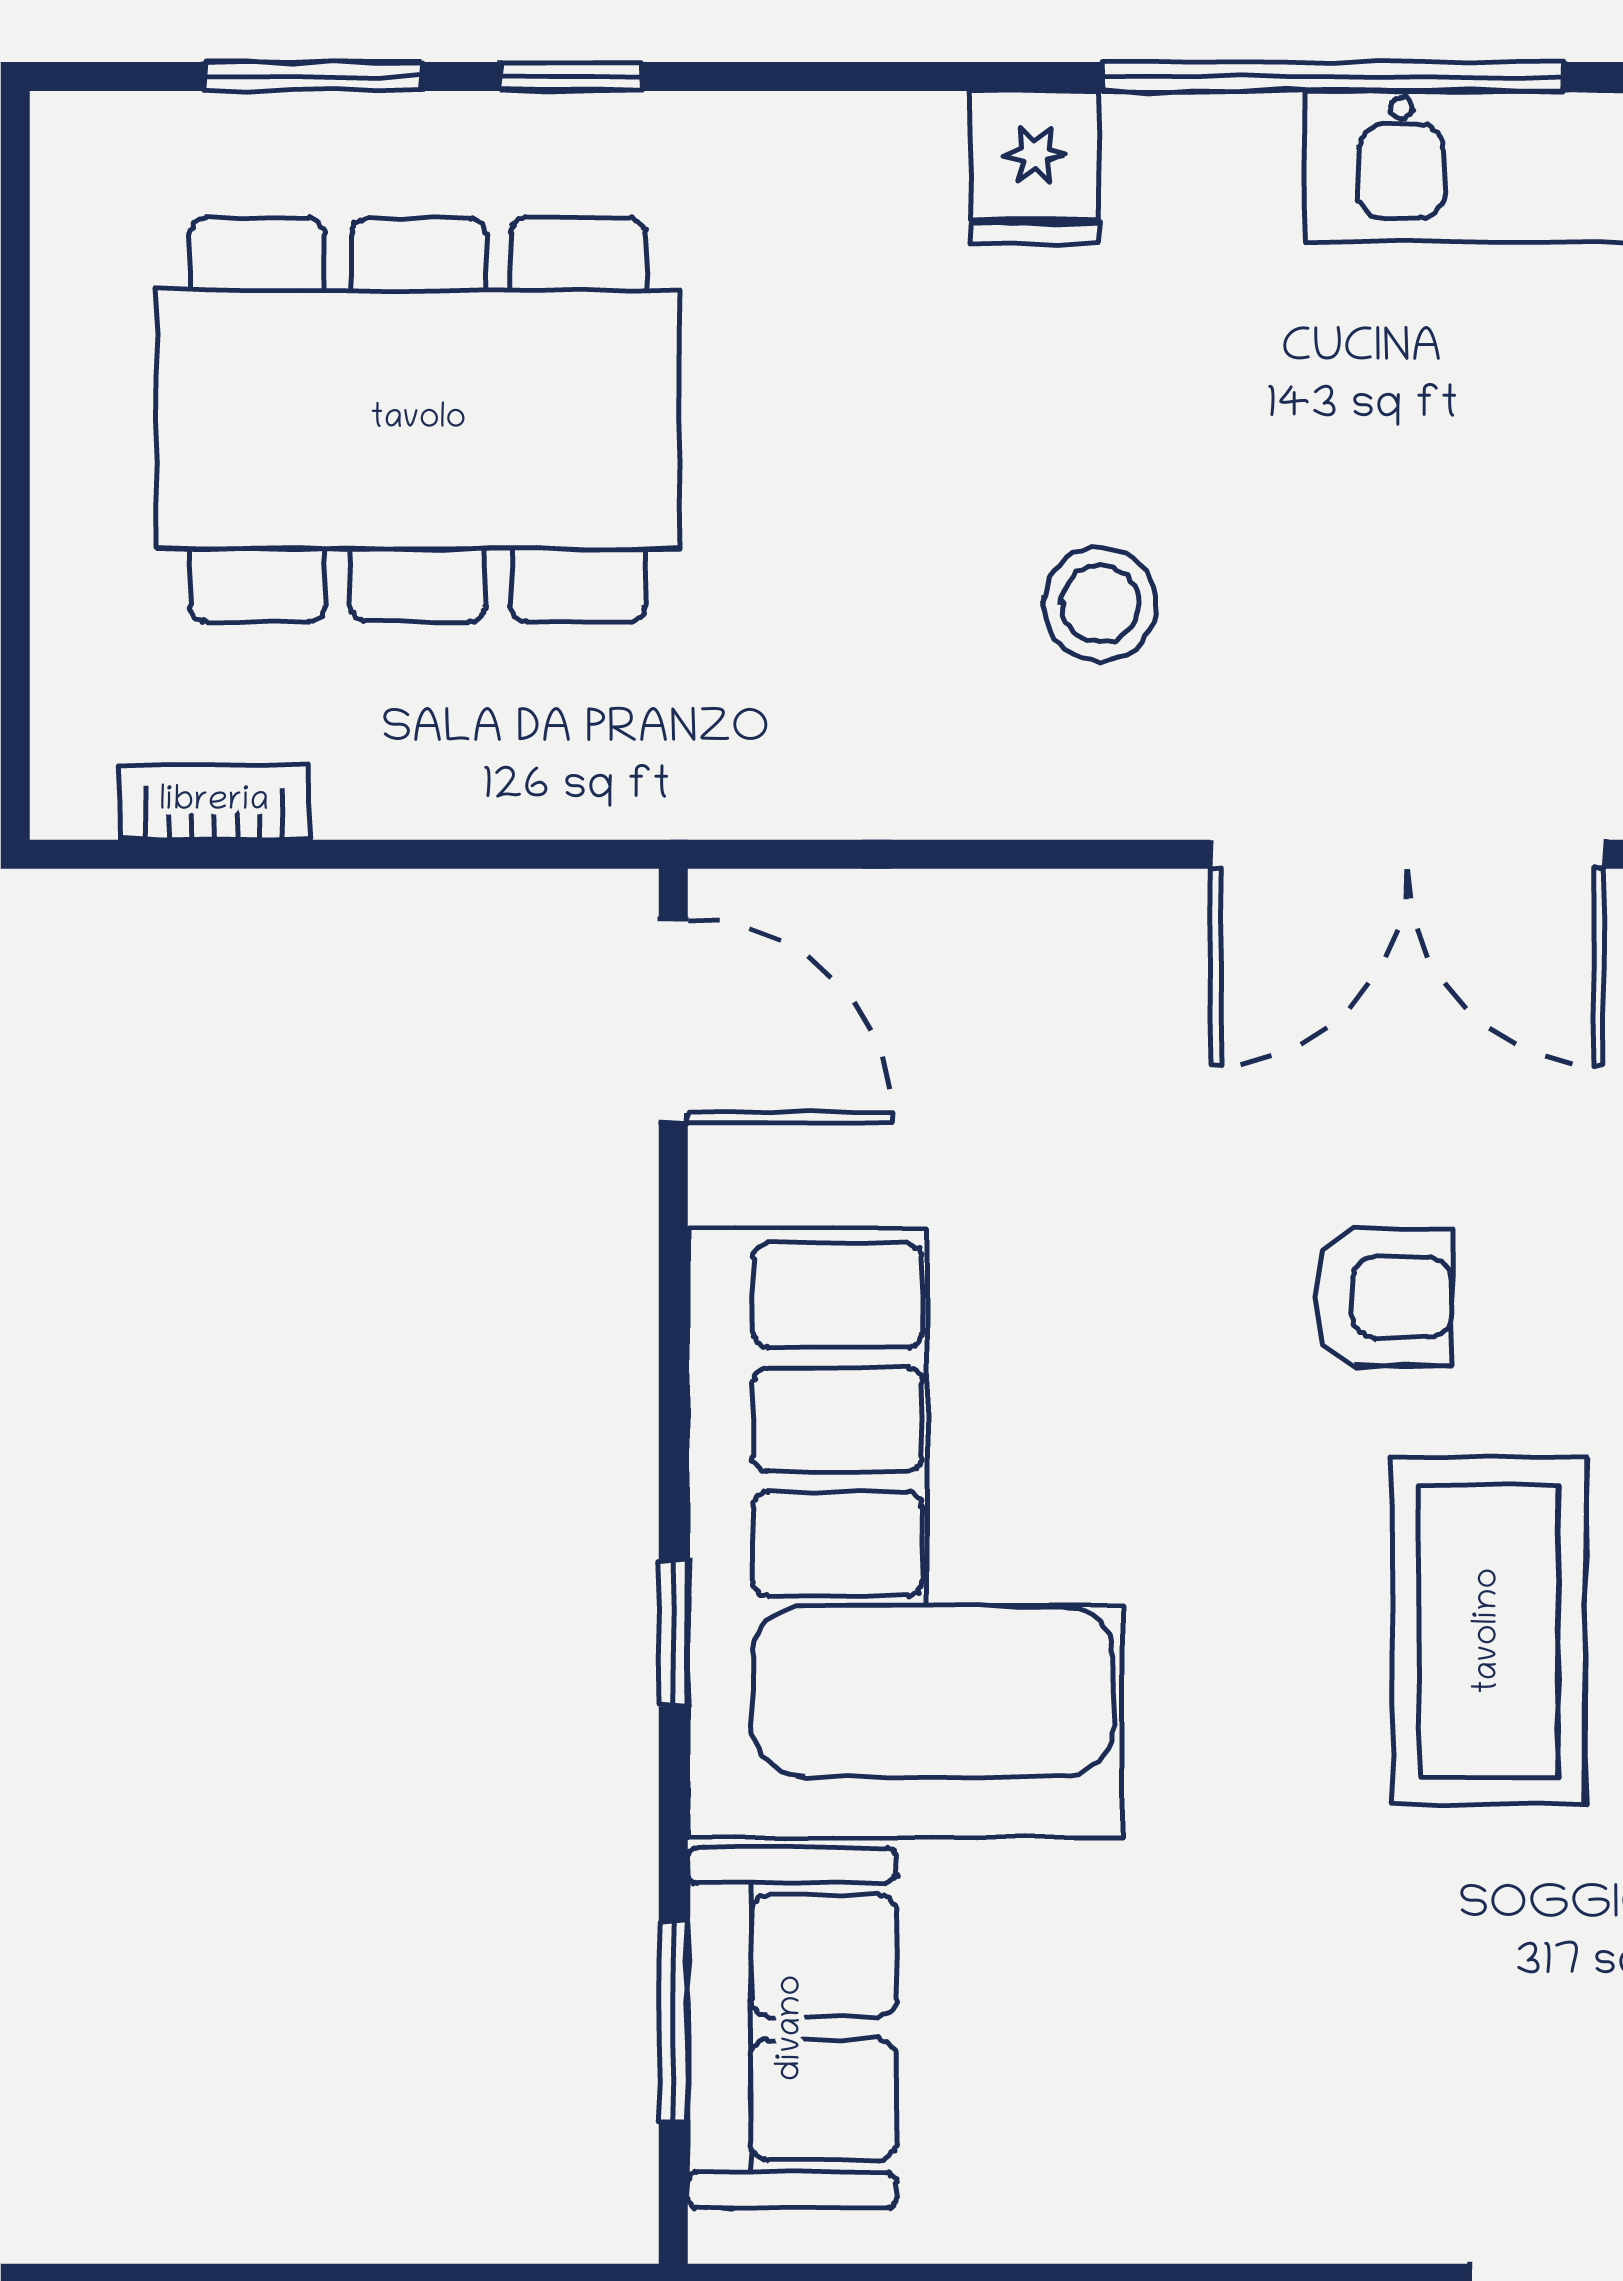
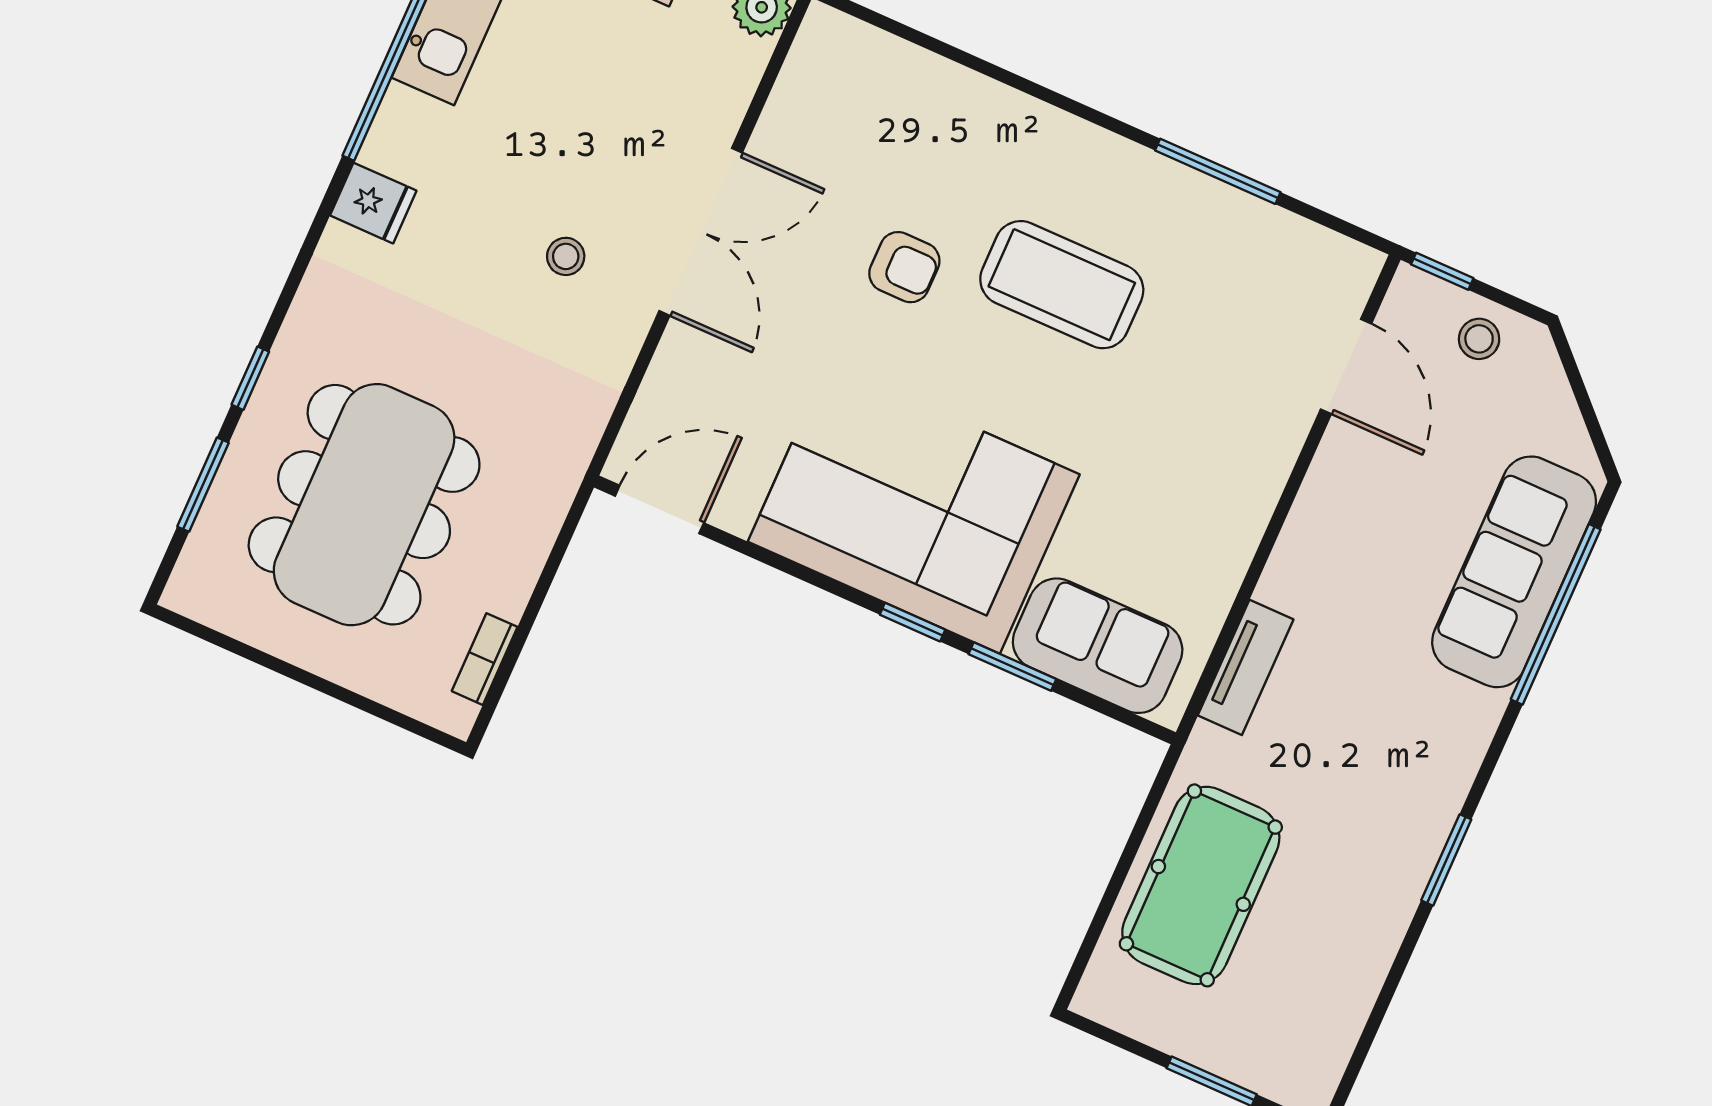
stool: (1100, 604) -> (566, 256), width x0.73, depth x0.73
double door: (1407, 854) -> (701, 232), moved
armchair: (1383, 1297) -> (904, 267), turned 90
window: (673, 2022) -> (1012, 667), moved

